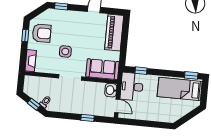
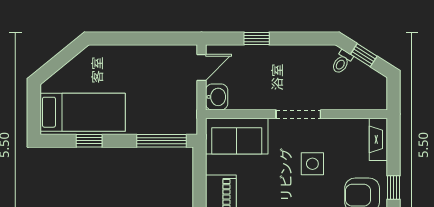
window: (141, 71) -> (161, 141), width x2.17
window: (191, 75) -> (89, 141), moved
desk: (132, 87) -> (176, 108), removed
door: (117, 106) -> (201, 67), swing flipped

